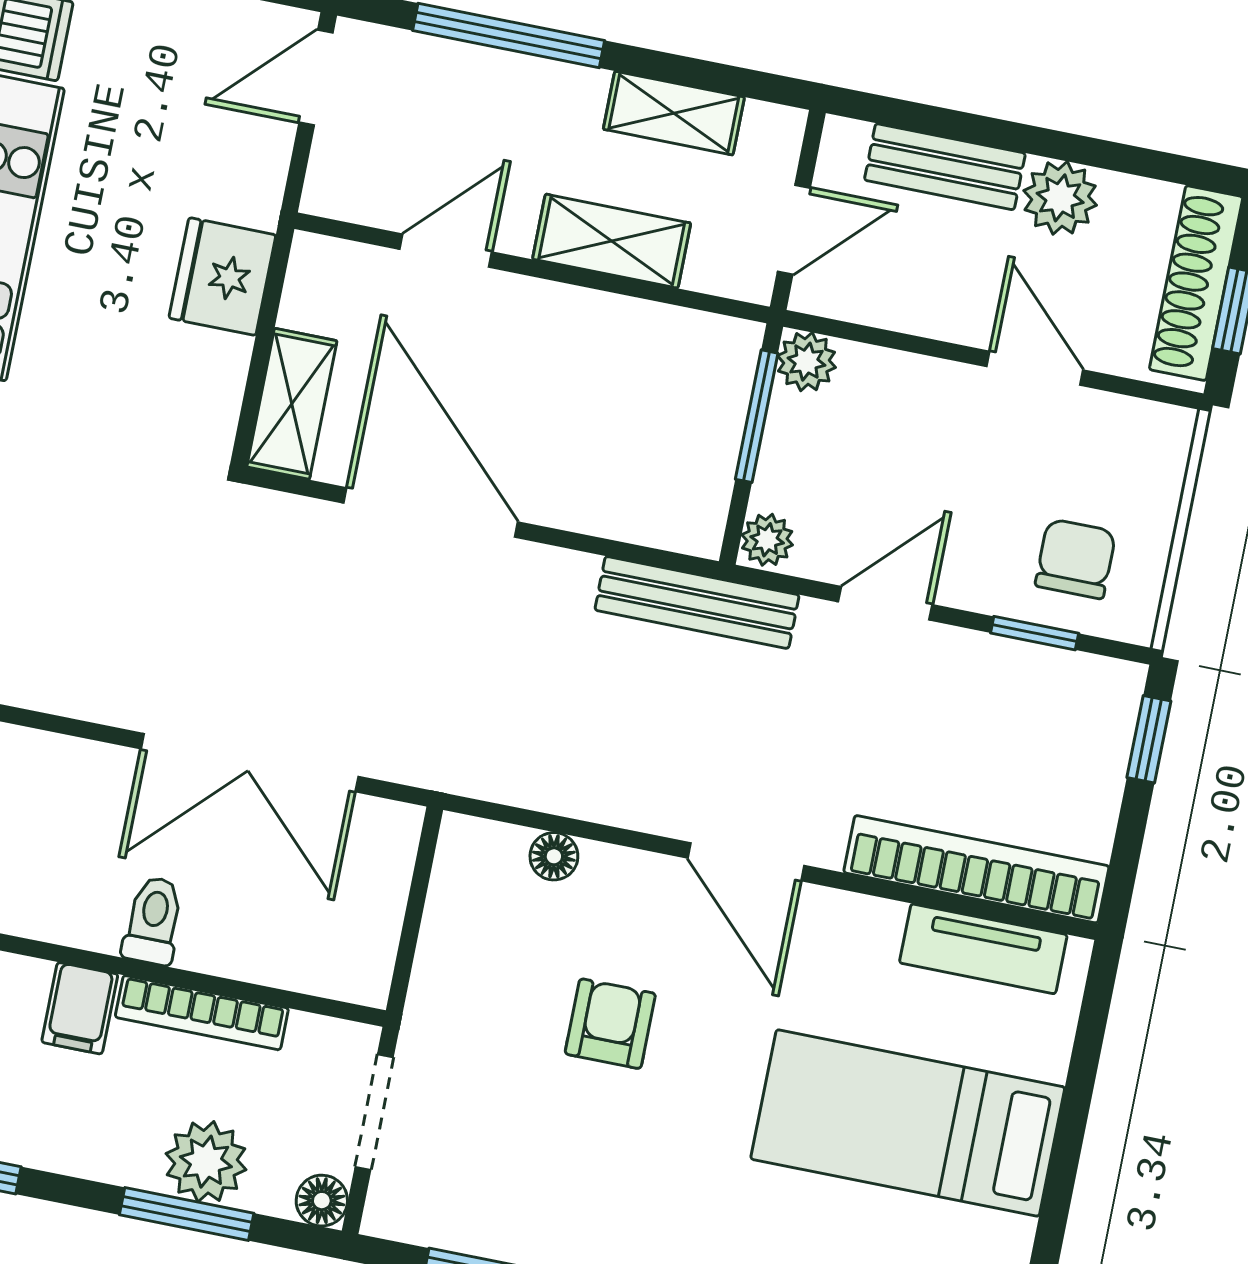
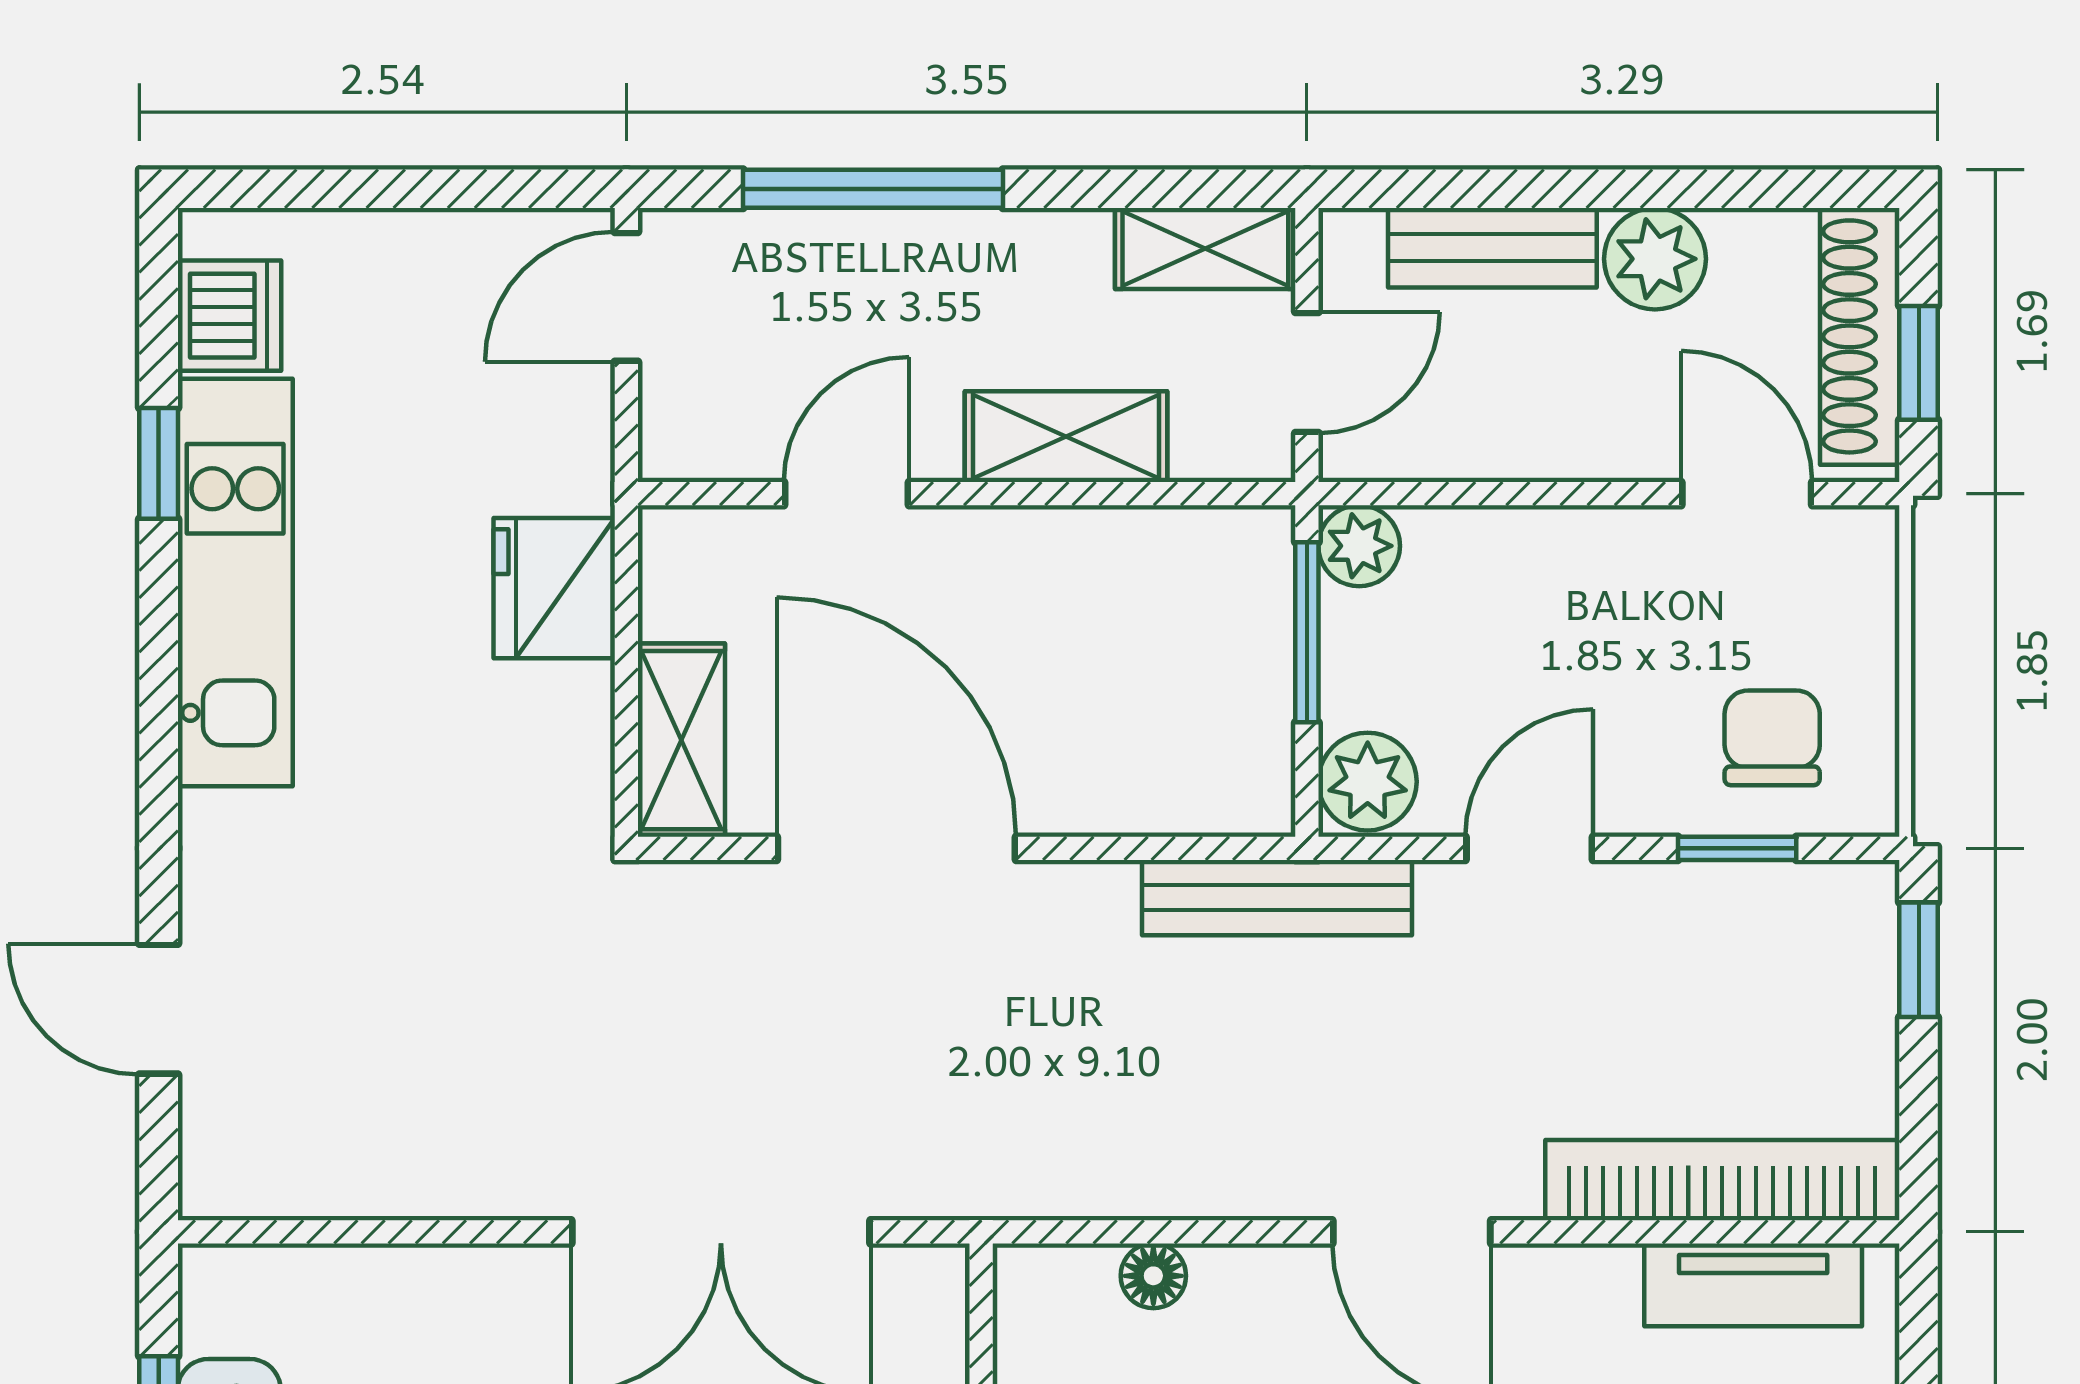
shelving: (674, 113) -> (1205, 249), moved
door: (1035, 368) -> (1747, 494), moved
plant: (767, 540) -> (1368, 782), width x1.38, depth x1.38

